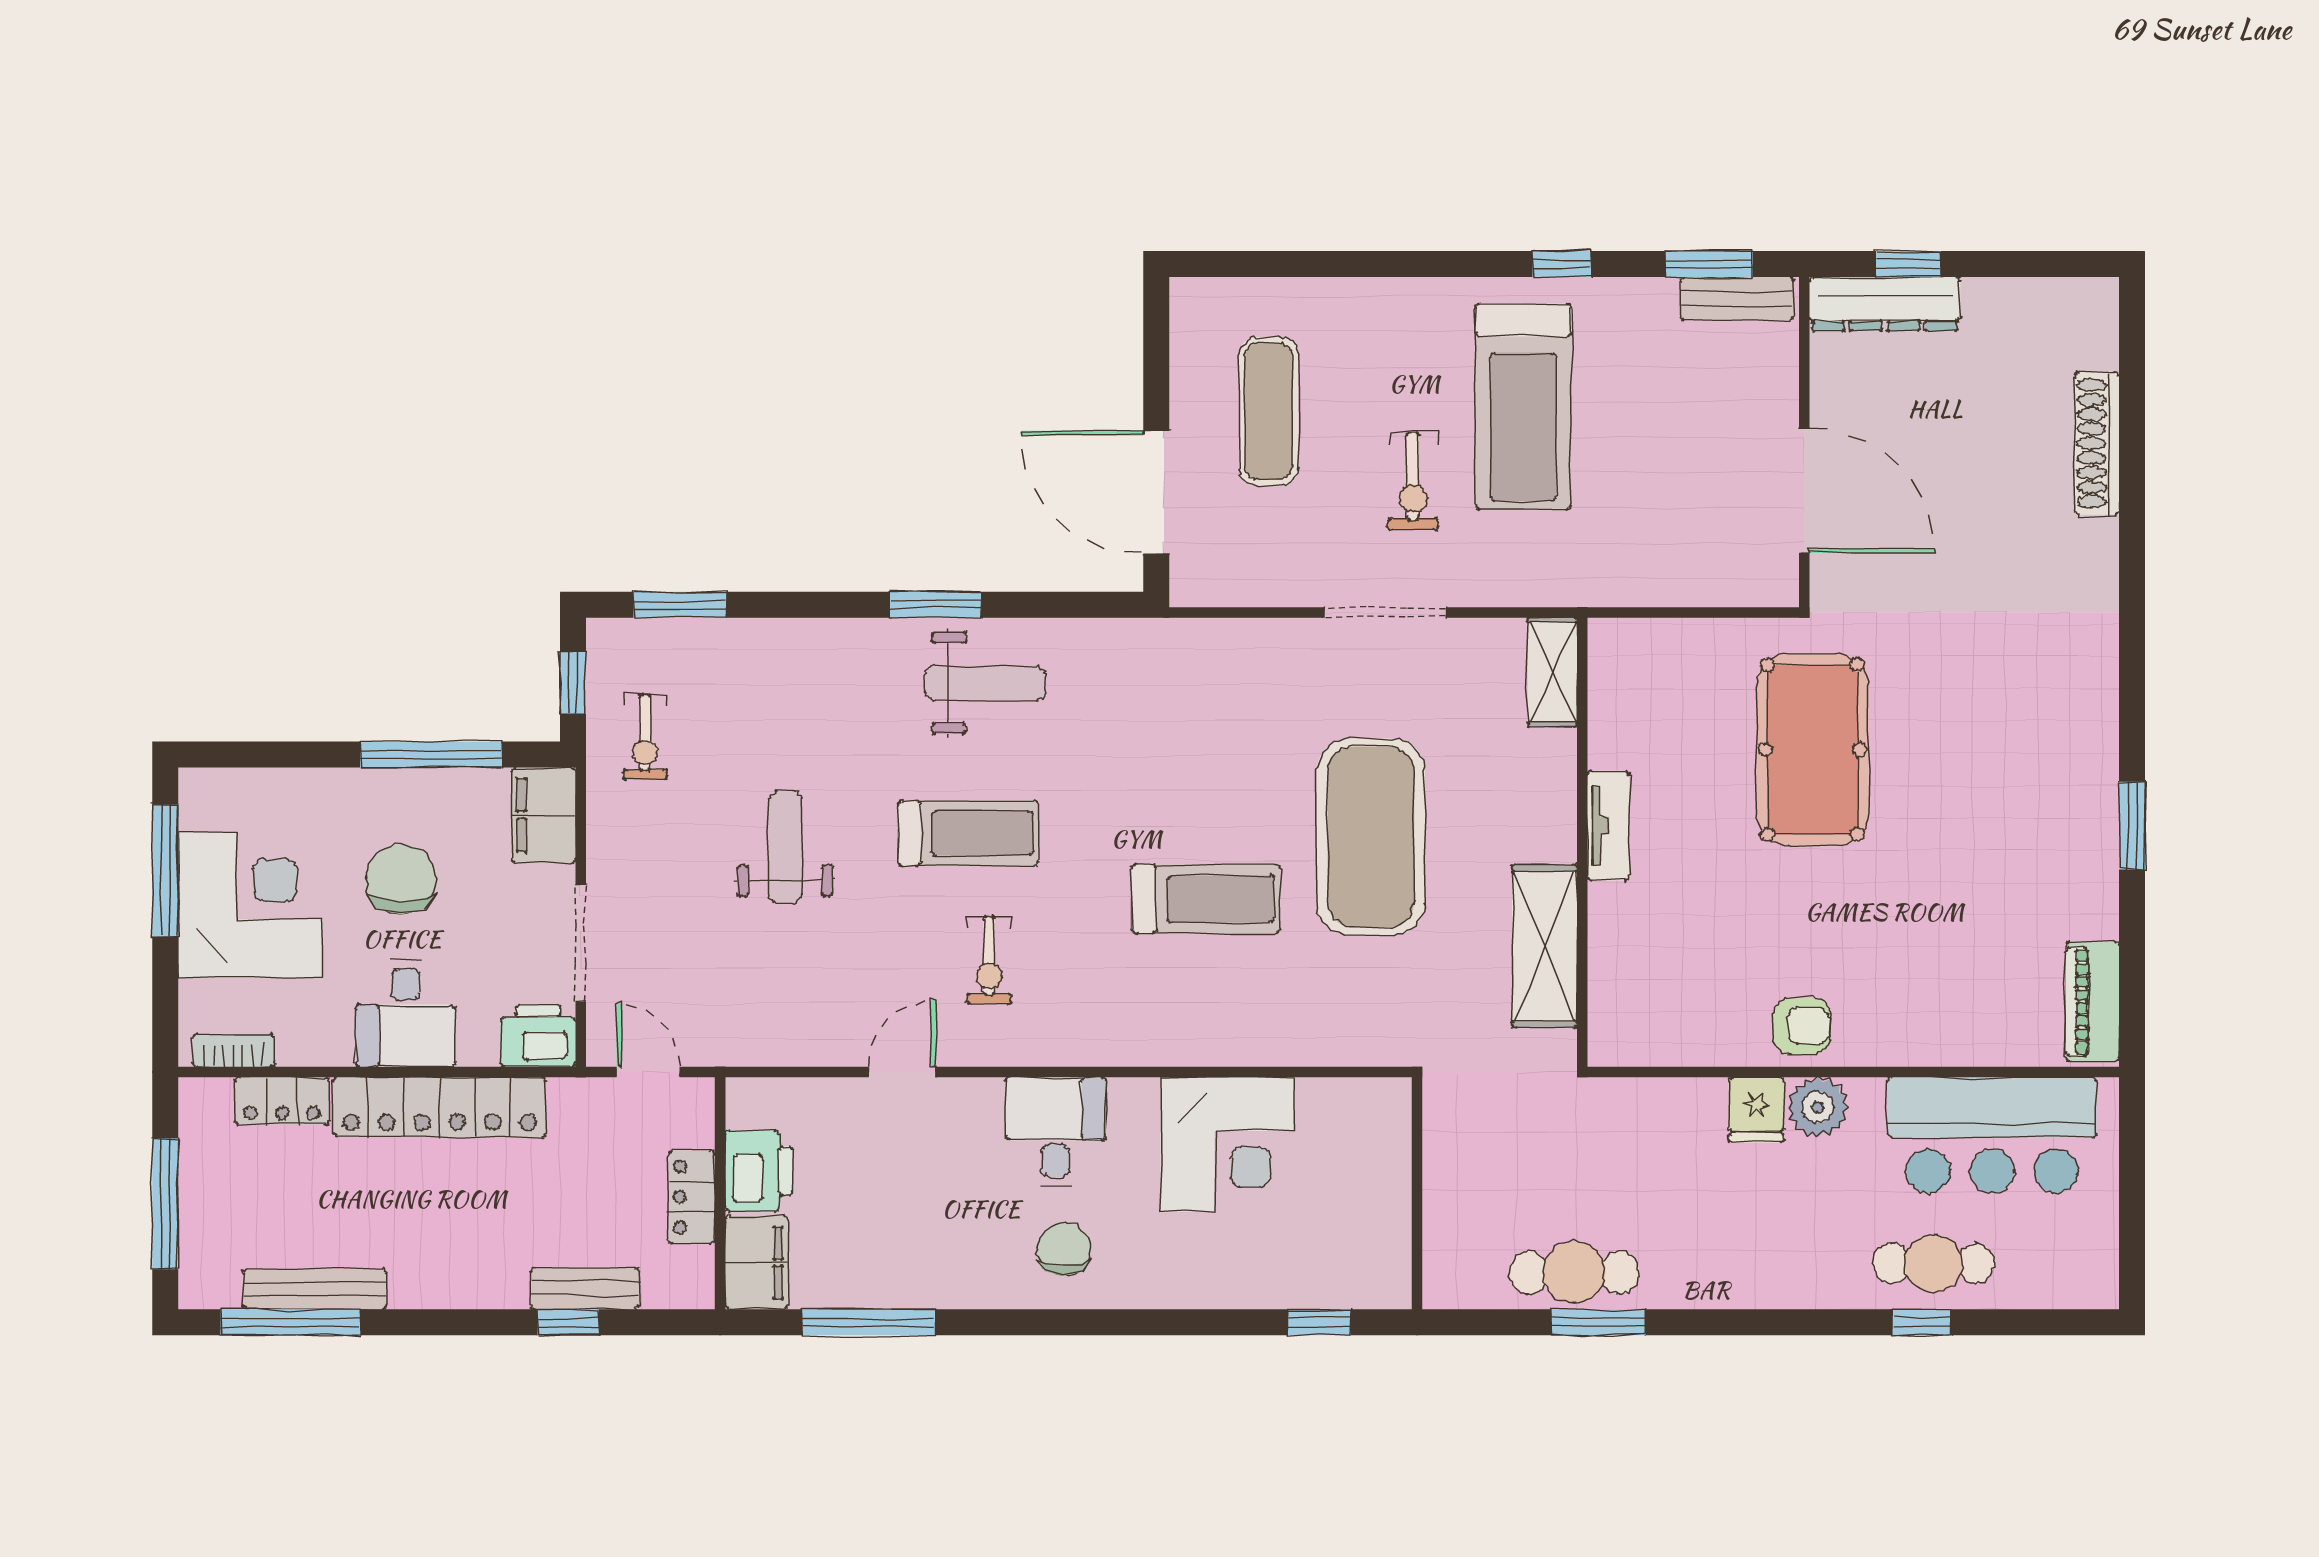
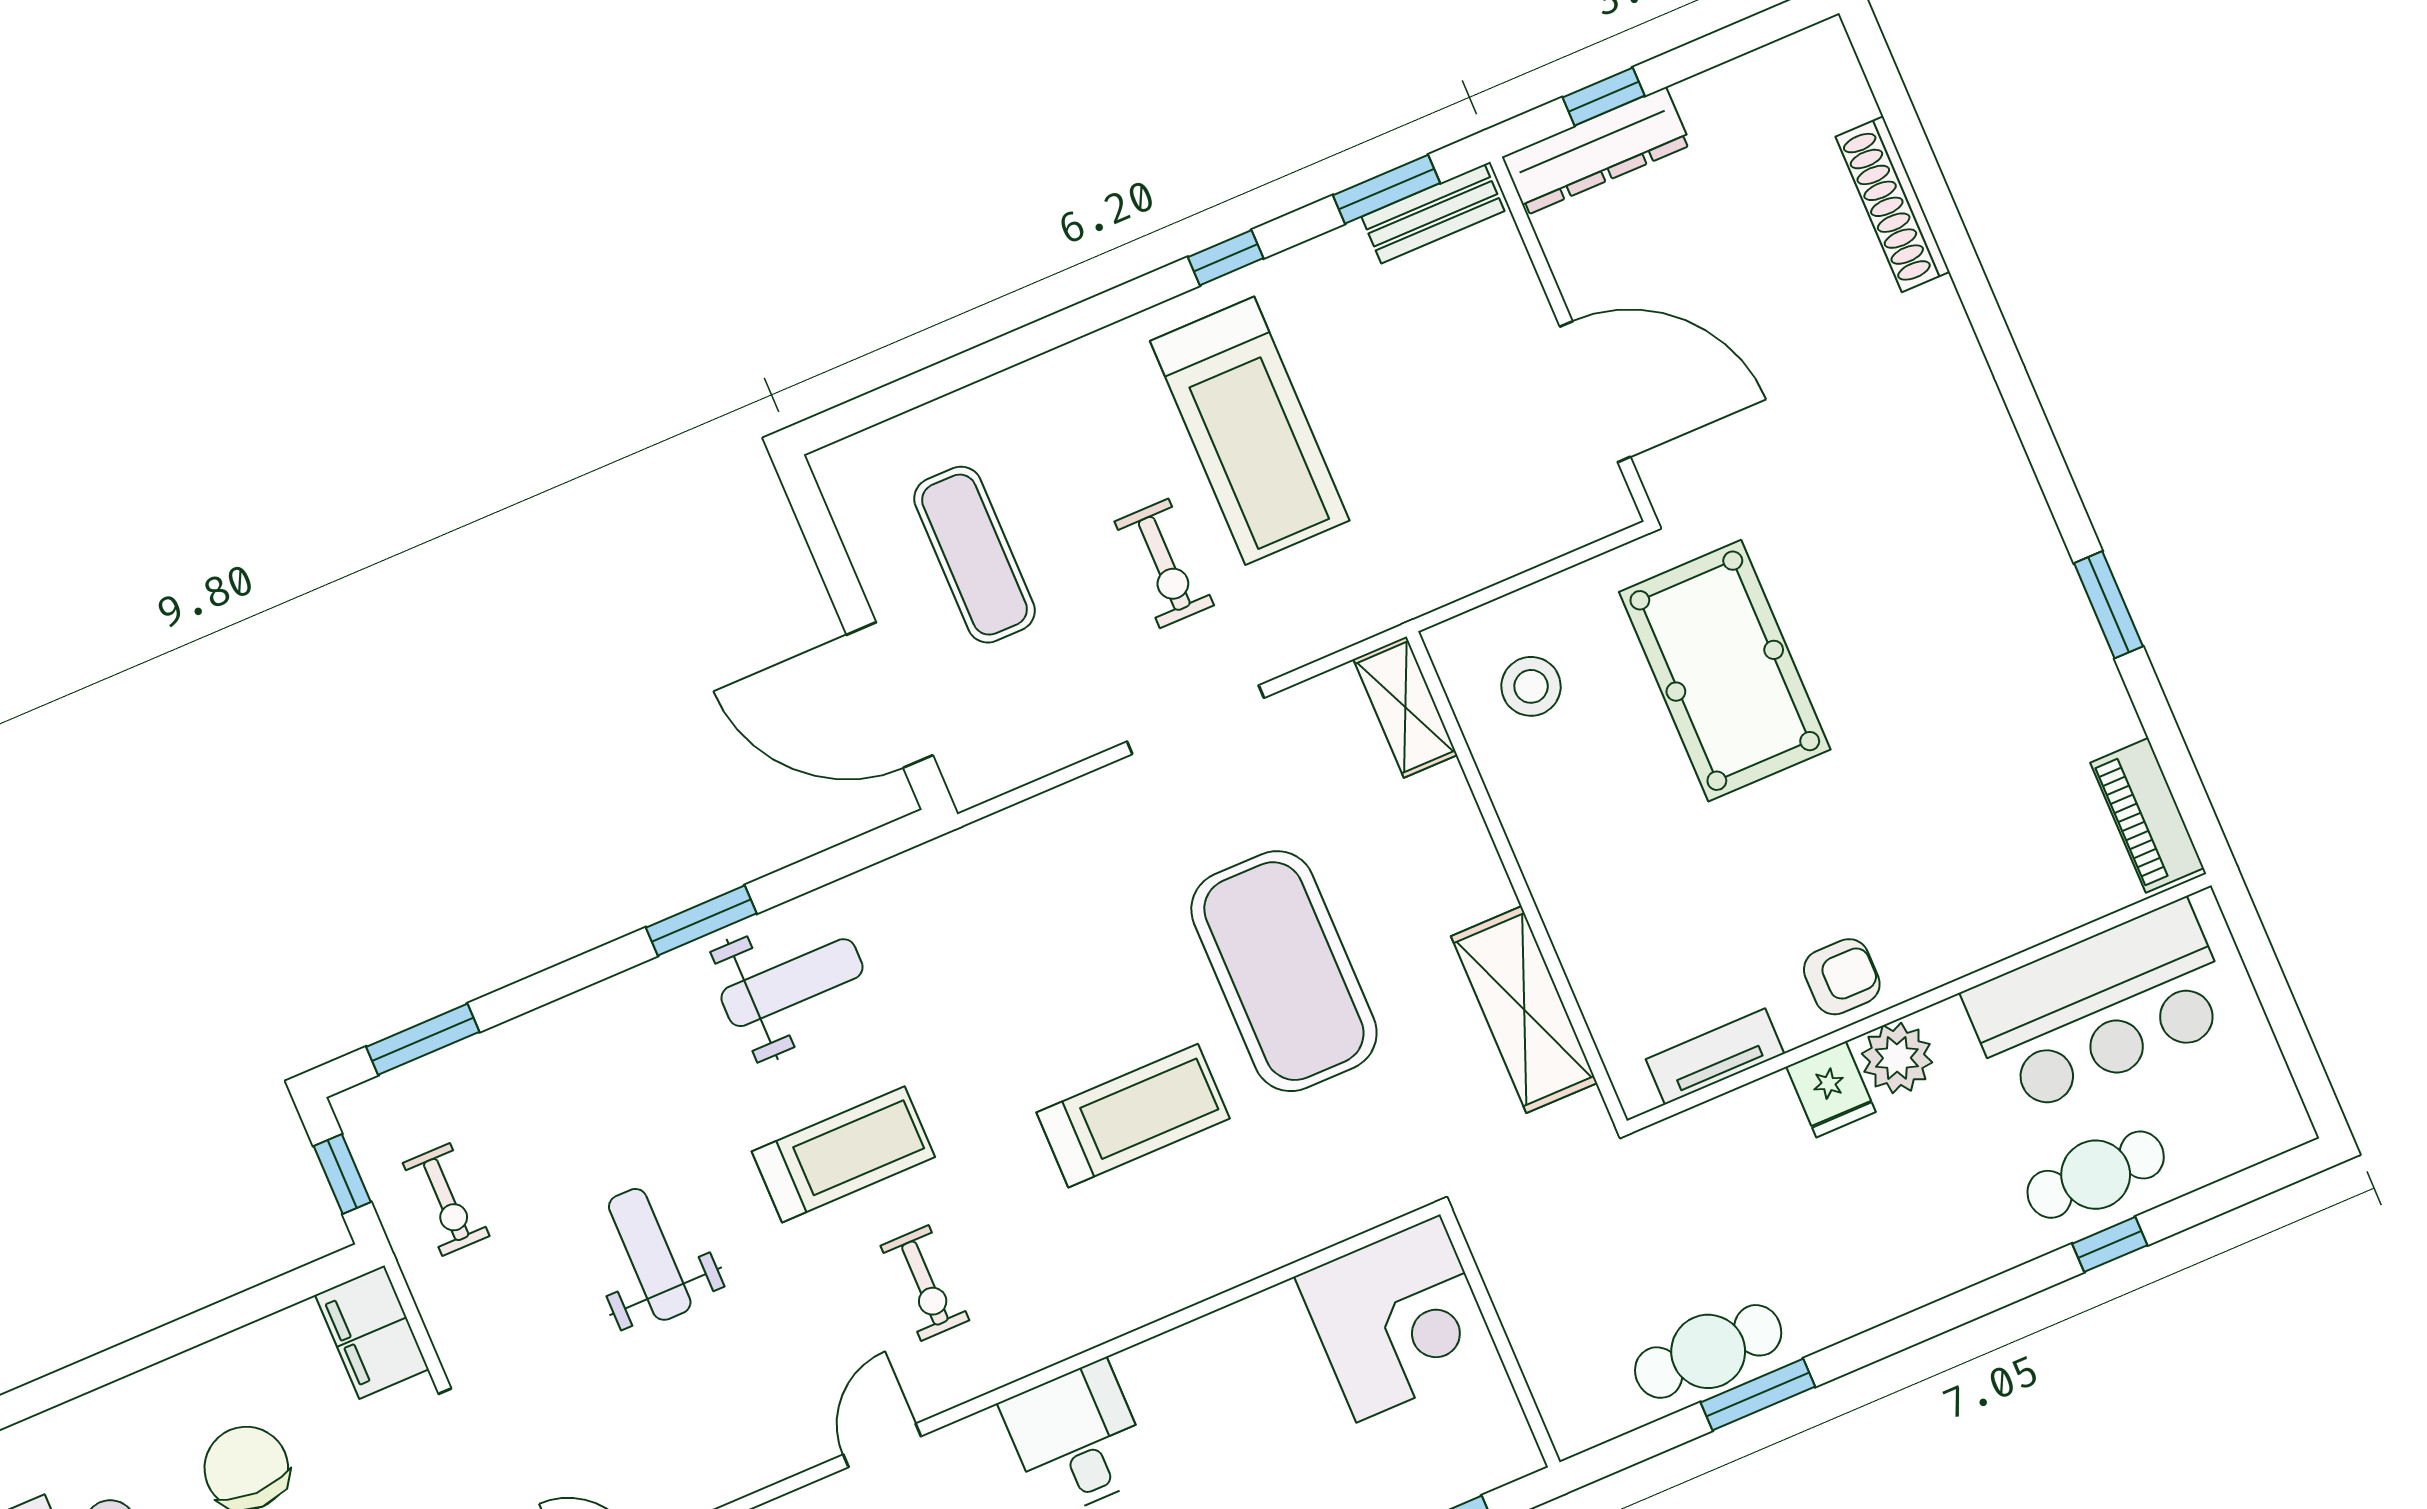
stool: (1657, 698) -> (1531, 686), added
window: (431, 754) -> (221, 1318), removed
tv unit: (1608, 826) -> (1715, 1057), moved, turned -90
corner desk: (1228, 1144) -> (1398, 1318), moved

